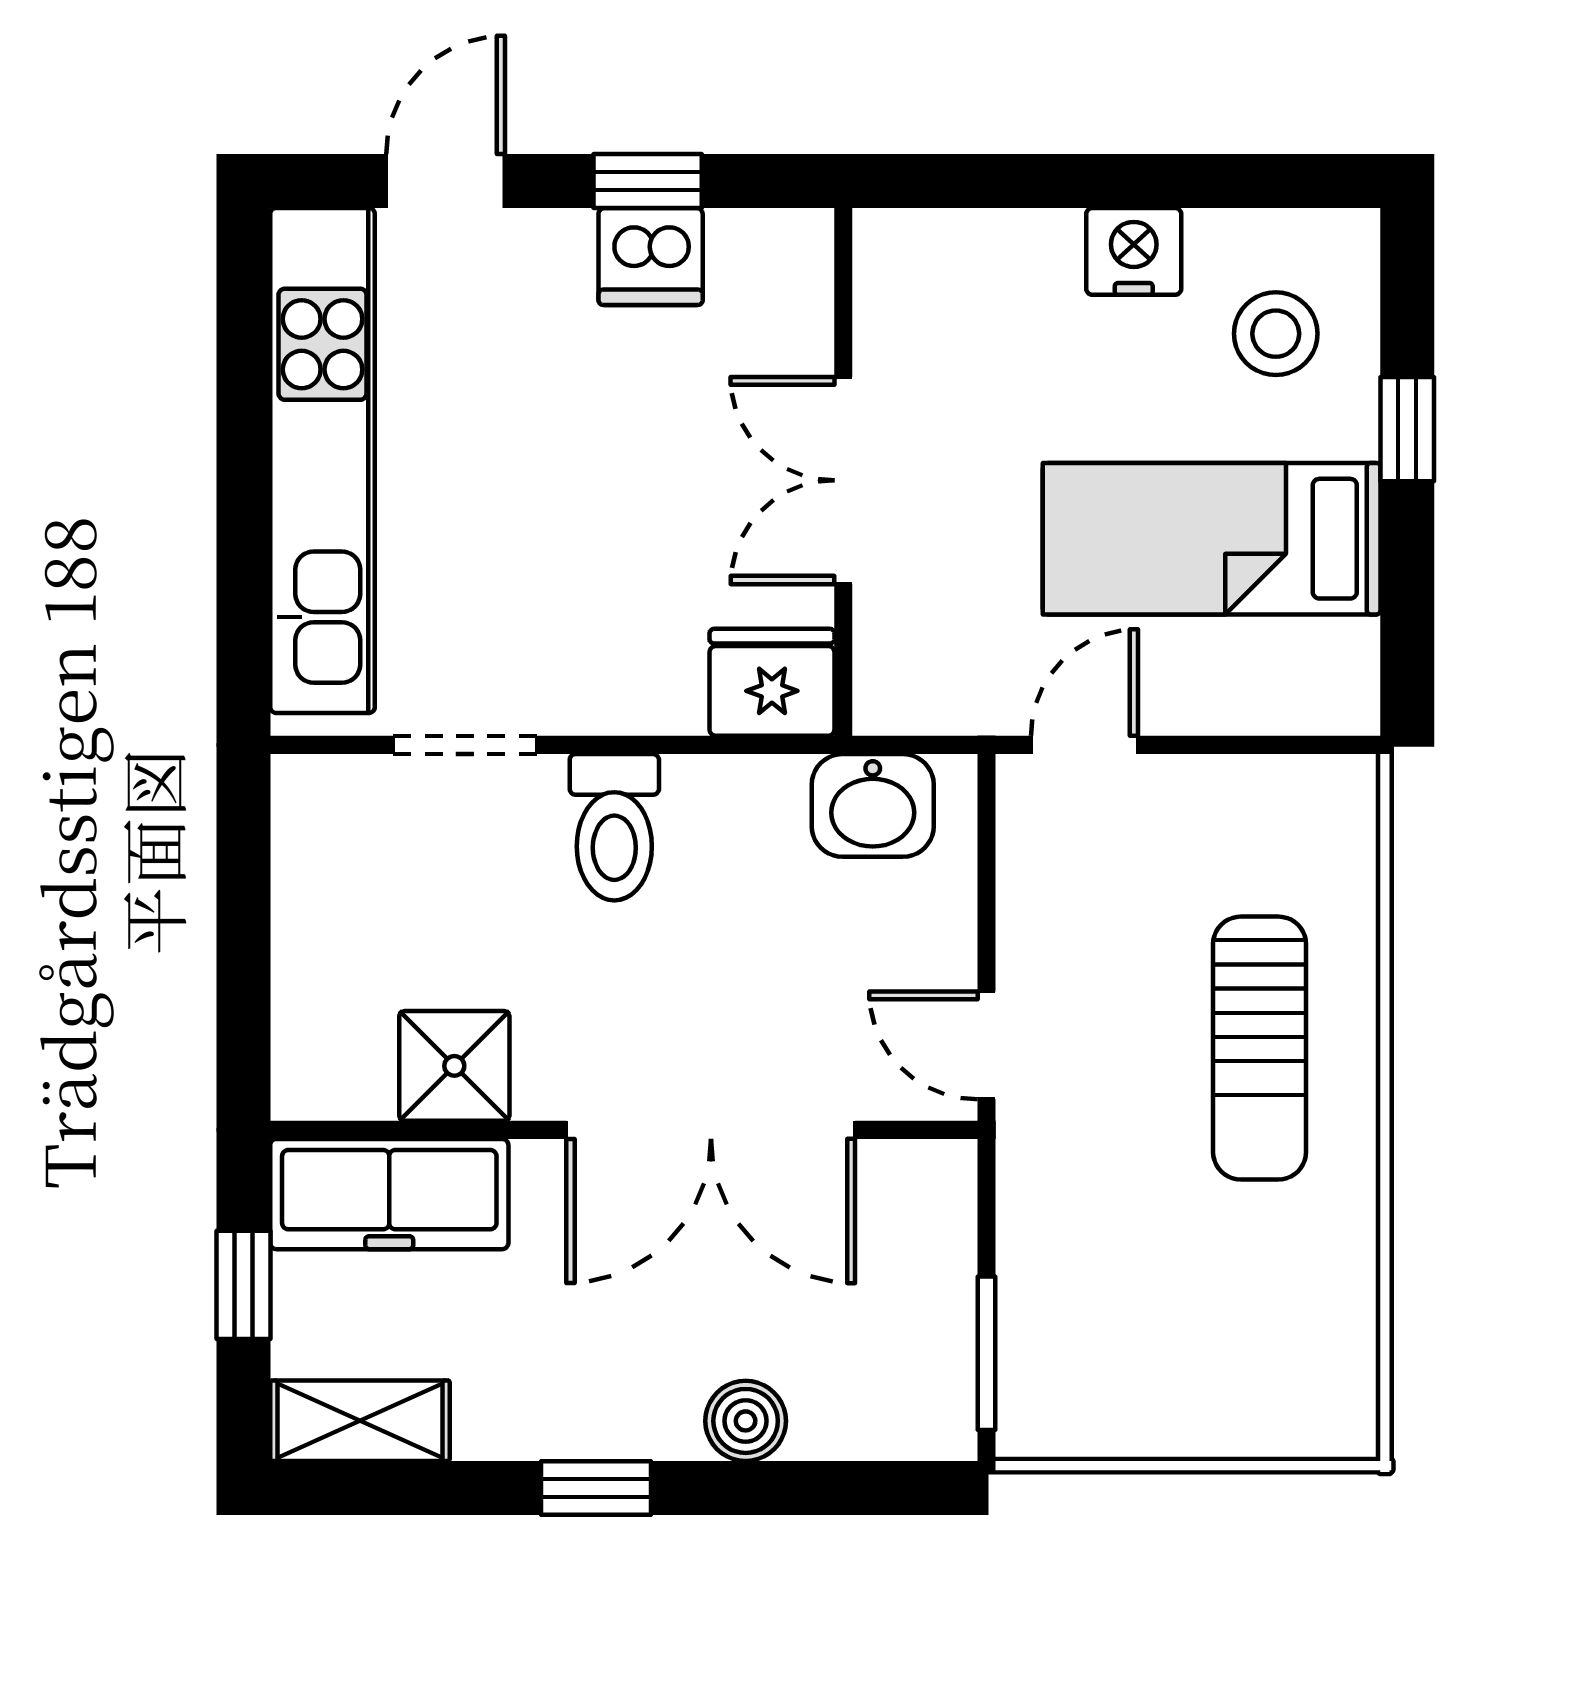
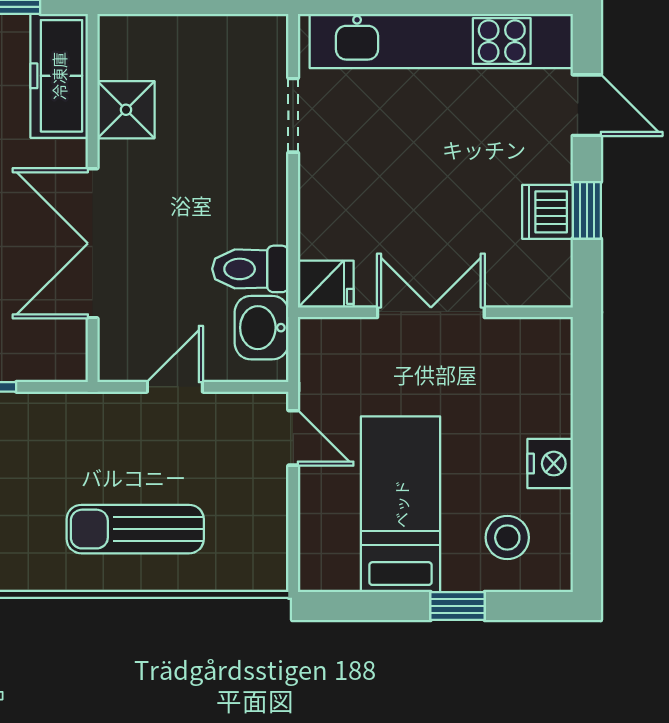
fridge: (772, 682) -> (326, 284), width x0.72
toilet: (614, 827) -> (250, 269), moved
door: (986, 1045) -> (175, 387), moved

